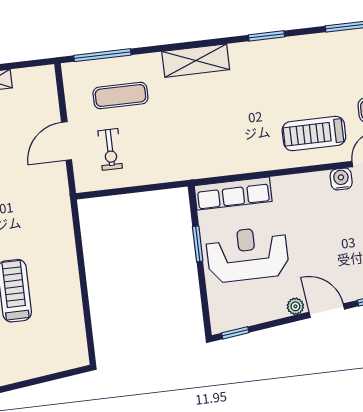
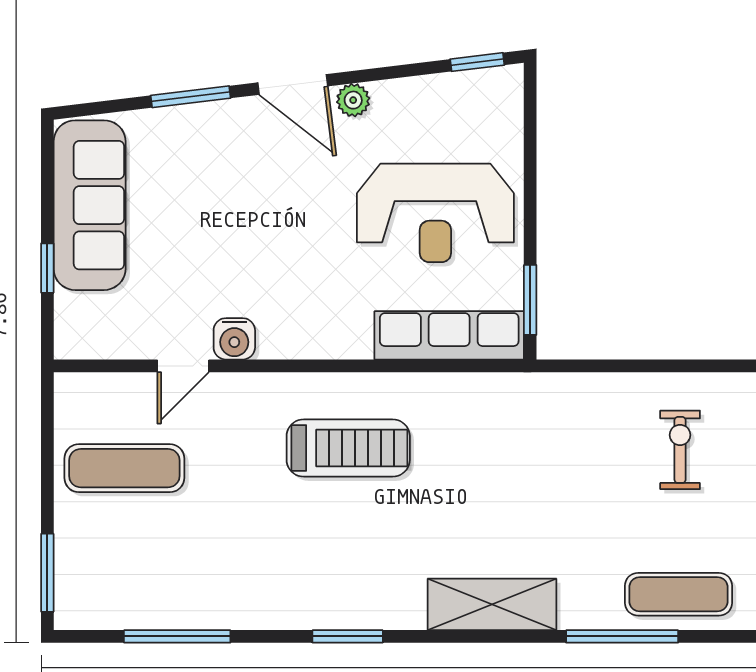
window: (102, 55) -> (622, 636), moved
exercise mat: (120, 95) -> (679, 594), moved
treadmill: (314, 133) -> (348, 448), moved
window: (198, 244) -> (530, 300), moved

